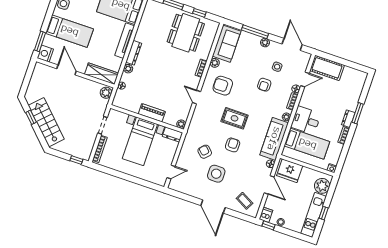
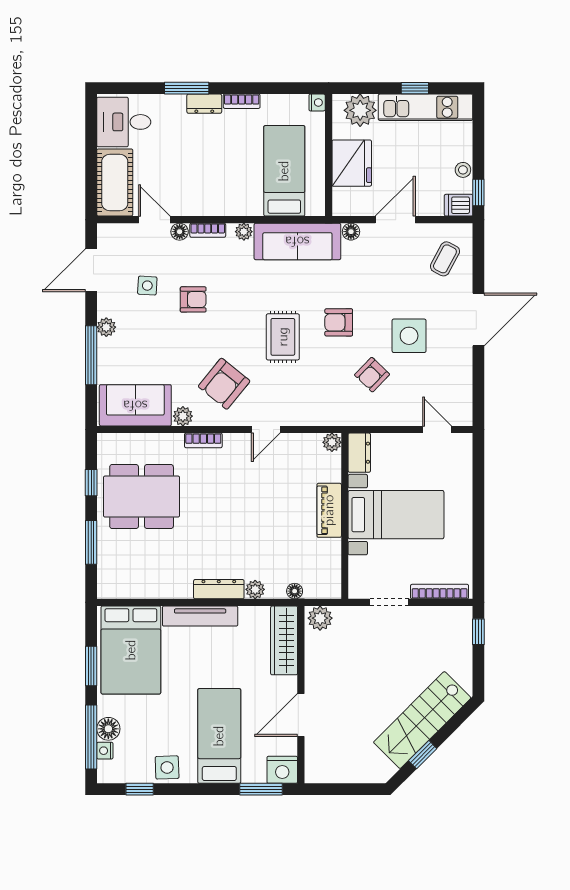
armchair: (223, 86) -> (224, 384), turned 39
desk: (306, 120) -> (124, 122), moved, turned 90
fridge: (290, 171) -> (352, 163), moved

